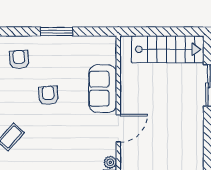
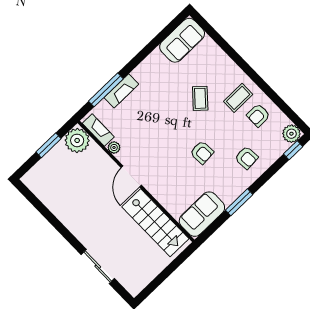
stairs: (168, 49) -> (155, 223), moved, turned -90
sofa: (103, 89) -> (202, 214), moved, turned -90

